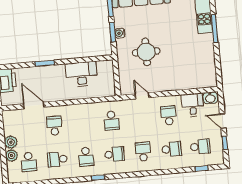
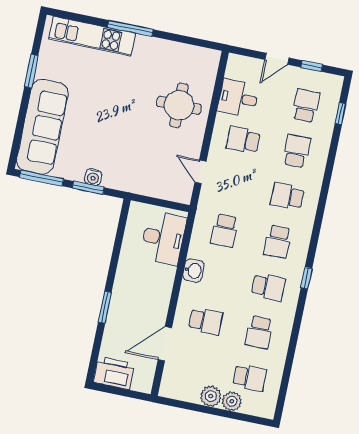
round table: (146, 52) -> (179, 105), moved
desk: (82, 74) -> (163, 238), moved, turned 180
door: (142, 96) -> (200, 172), hinge flipped
washbasin: (210, 98) -> (193, 271), moved
school desk: (111, 121) -> (224, 231), turned 90
school desk: (54, 126) -> (206, 321), turned 180
school desk: (114, 154) -> (278, 242), turned 180

